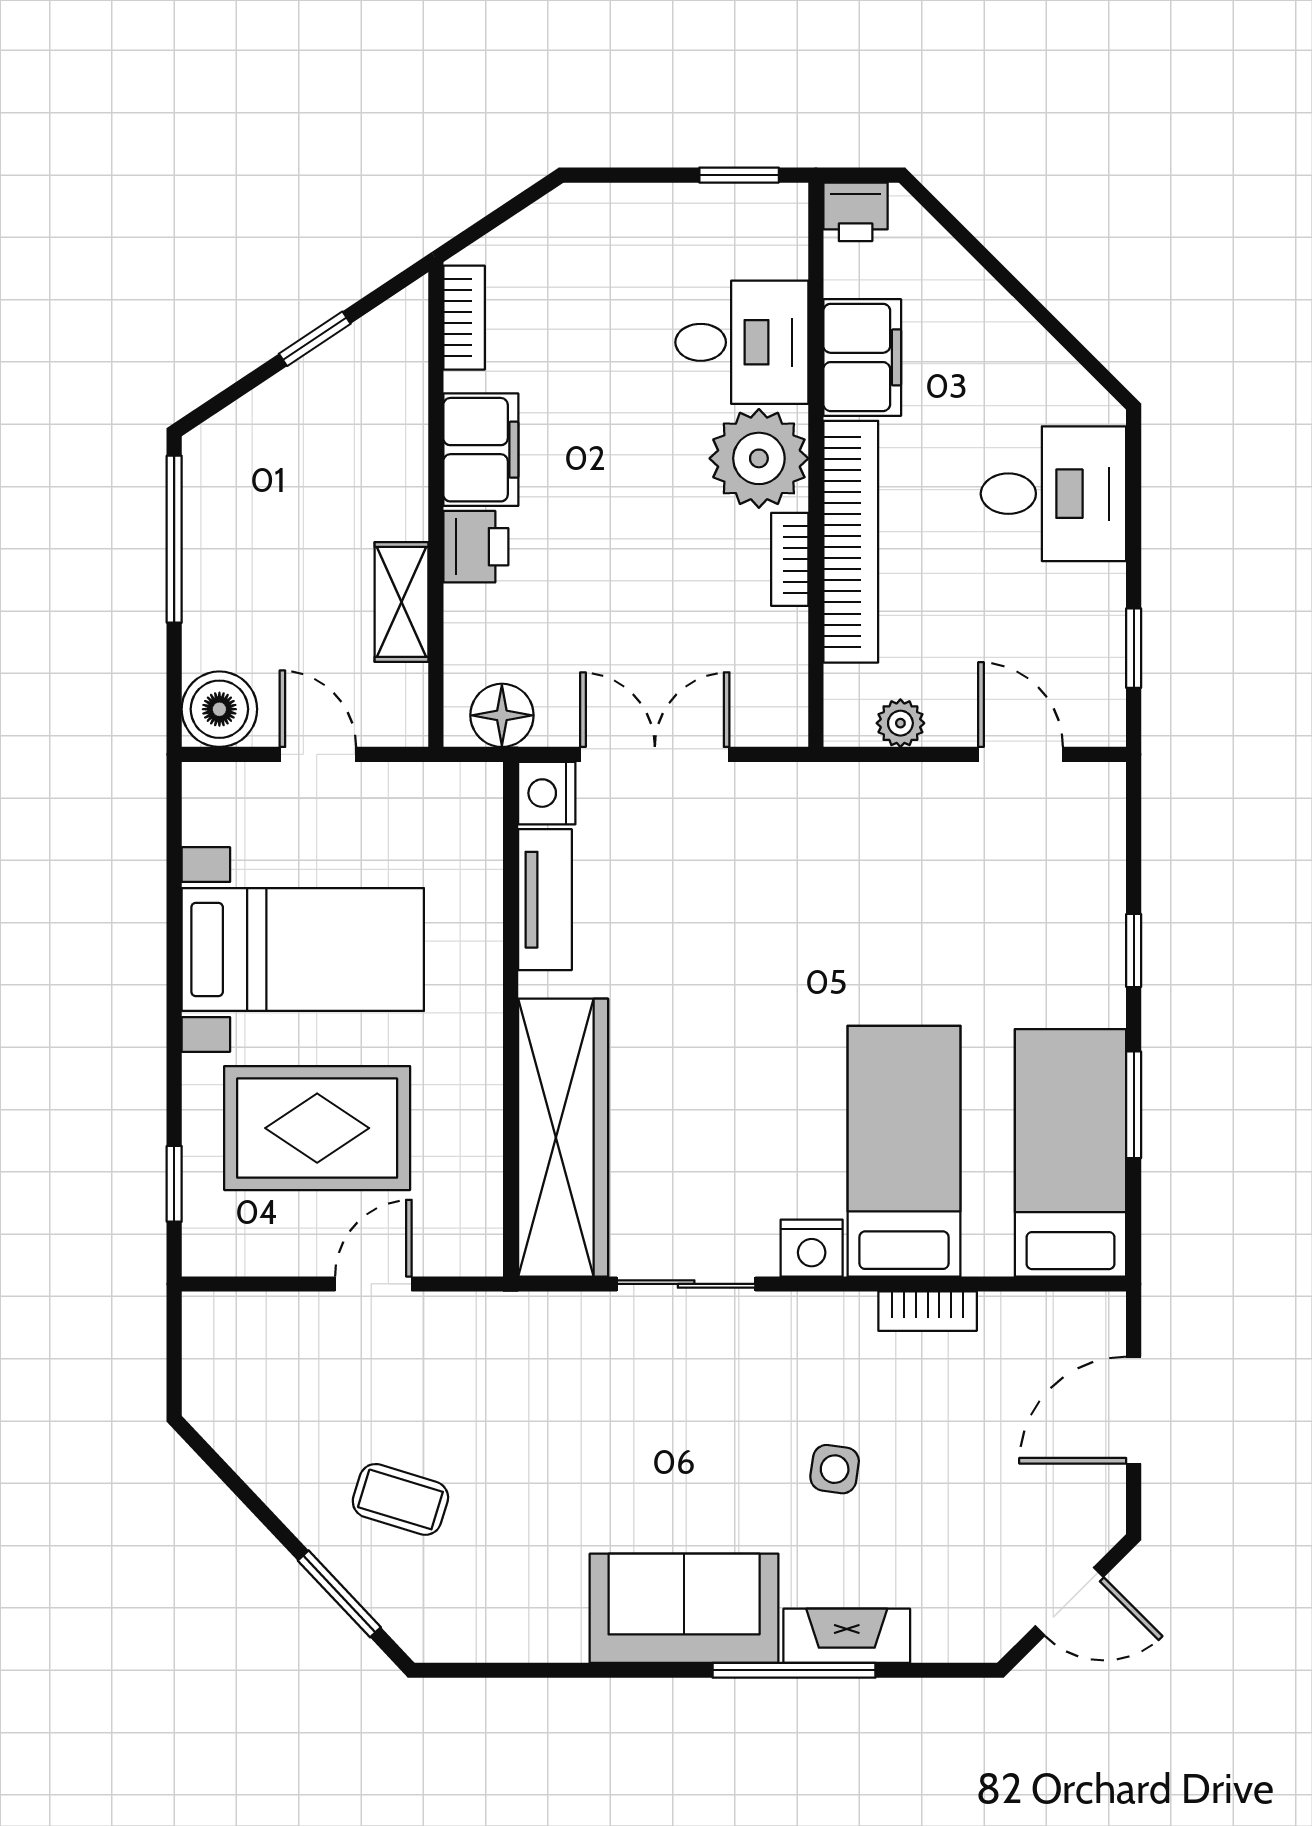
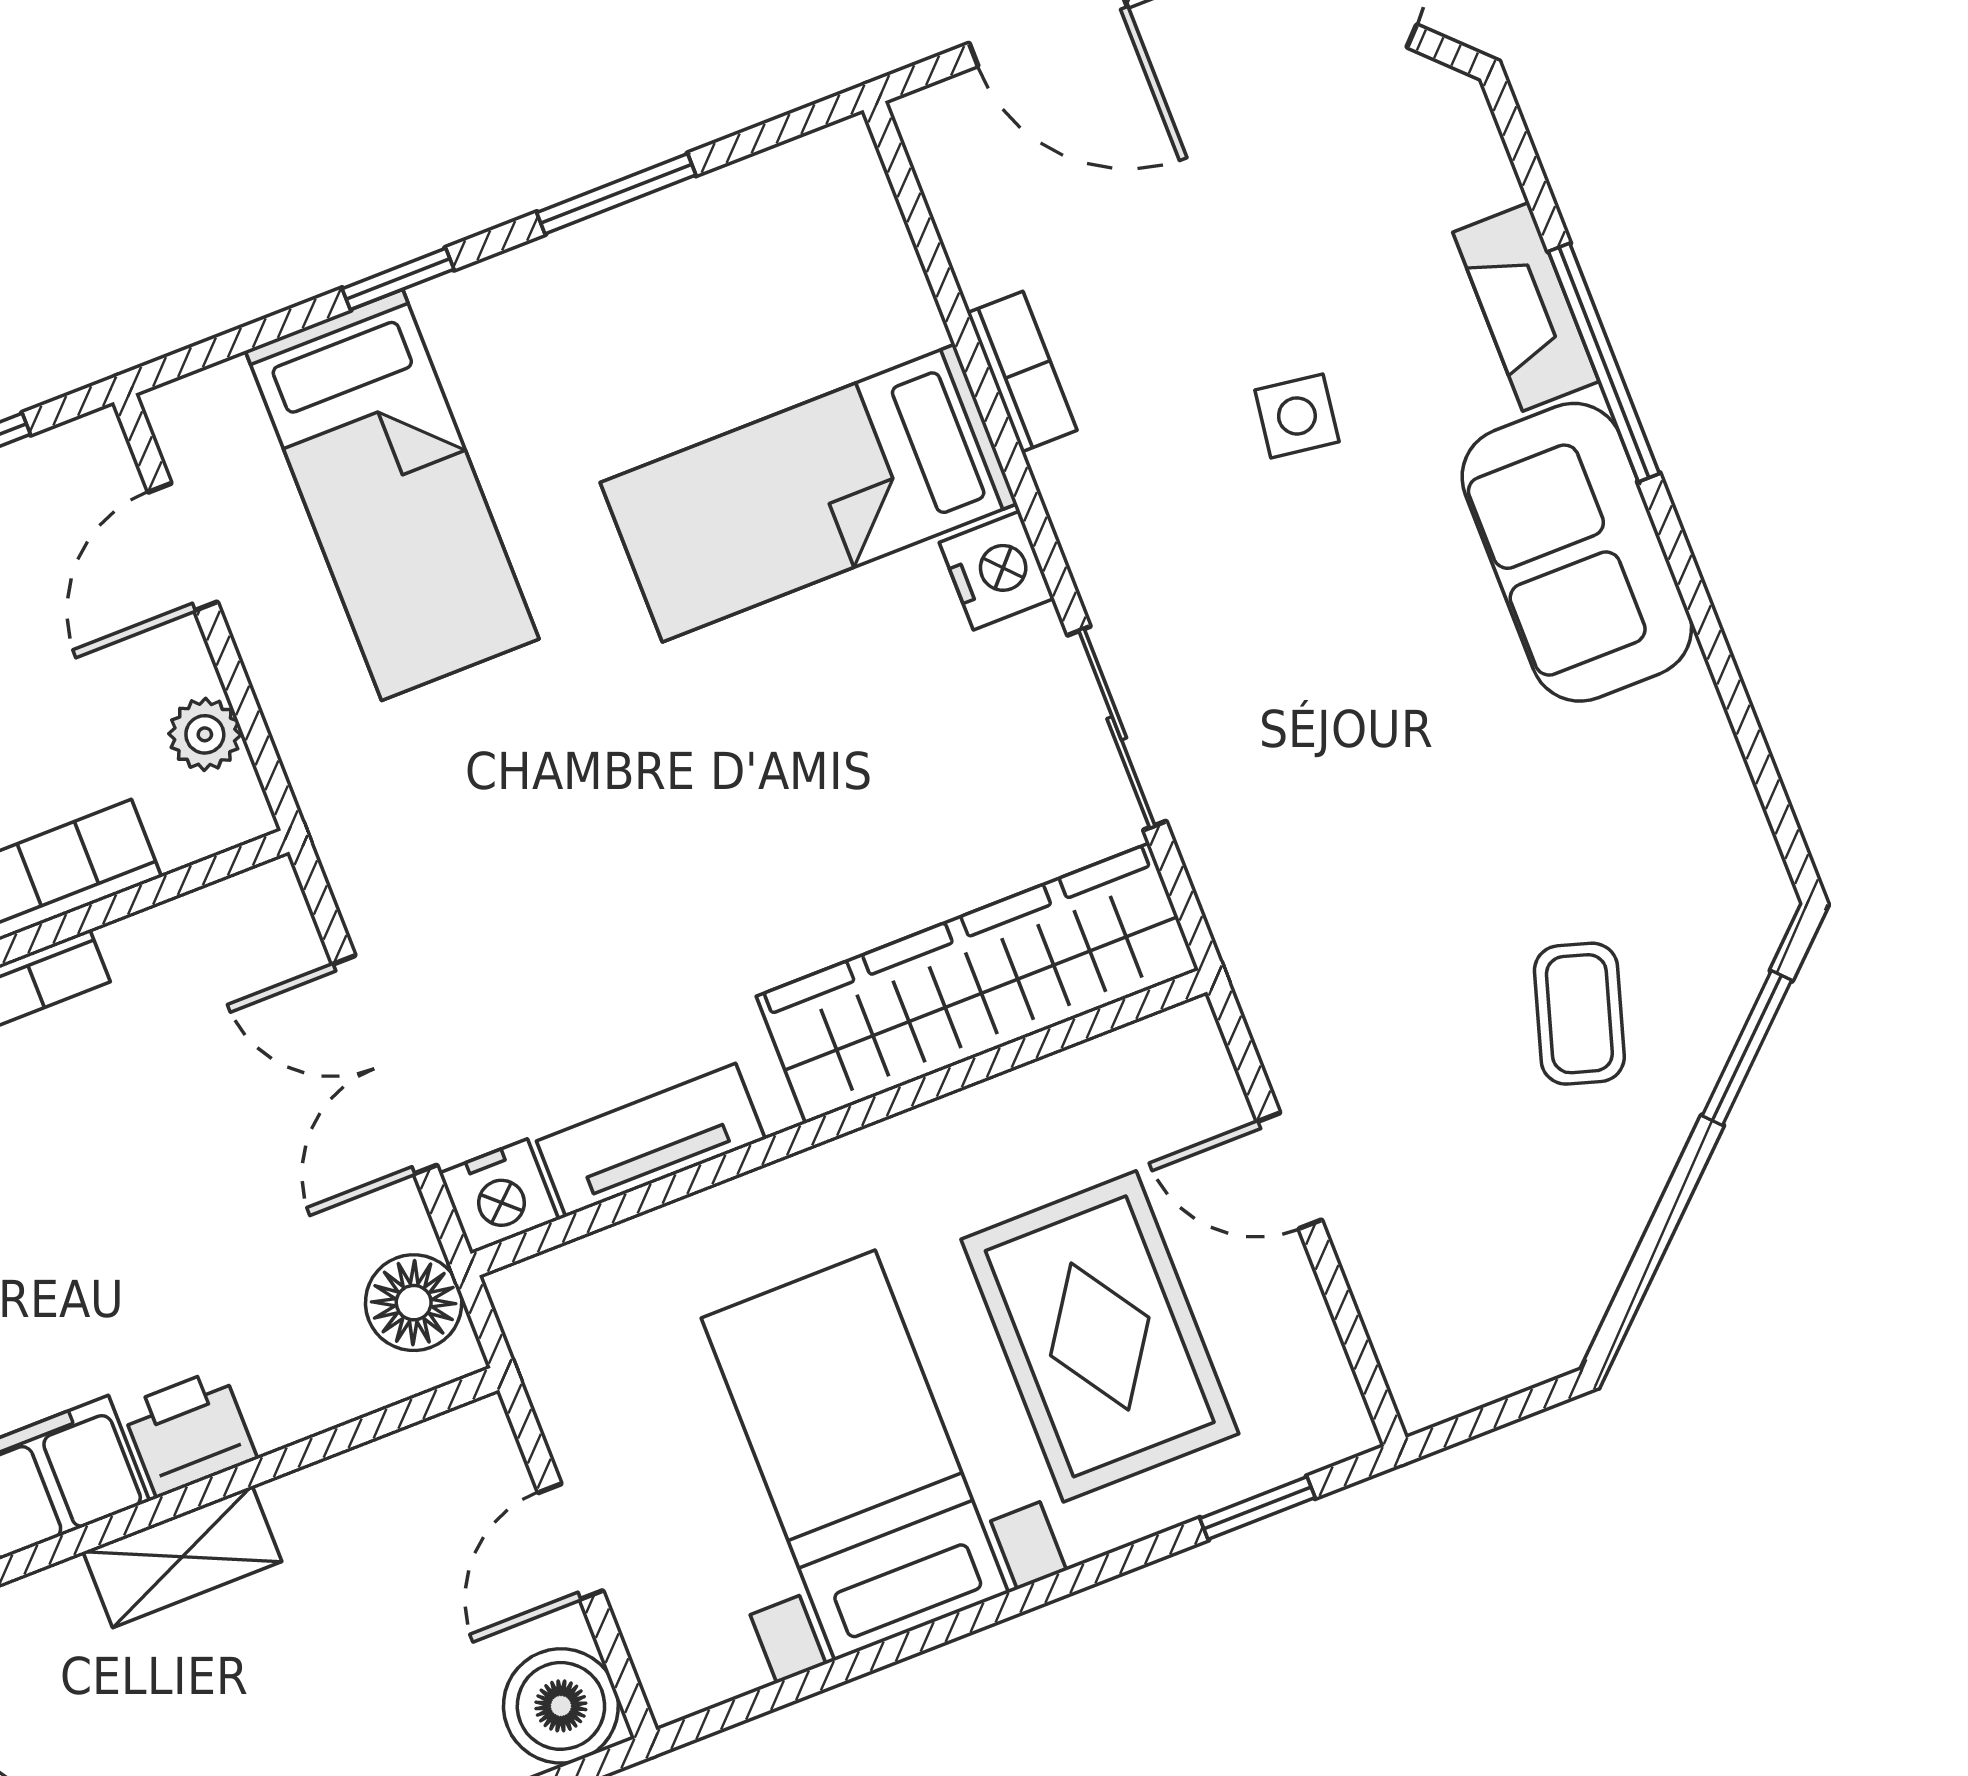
shelving: (401, 602) -> (182, 1557), moved
bed: (1070, 1153) -> (392, 495), moved, turned -90

